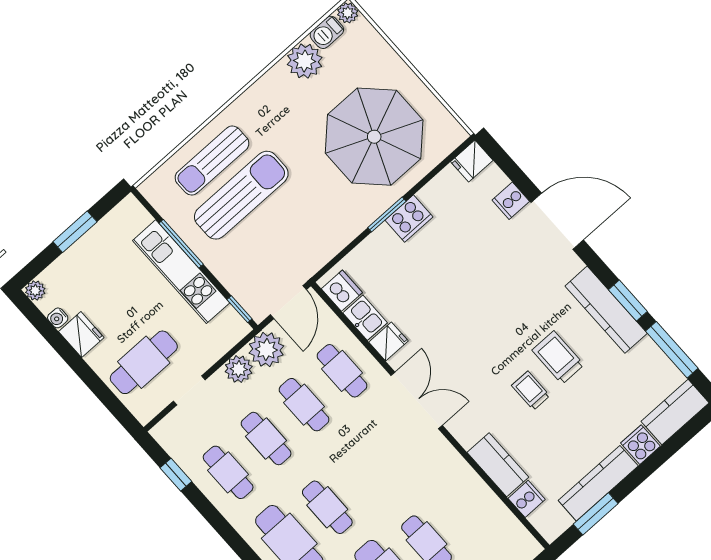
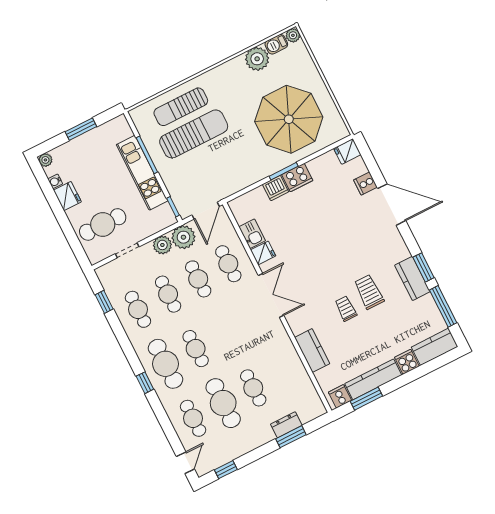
dishwasher: (342, 291) -> (276, 188), moved, turned 90
kitchen counter: (606, 310) -> (412, 278), width x0.67
cooker: (527, 499) -> (340, 396), moved, turned -90

